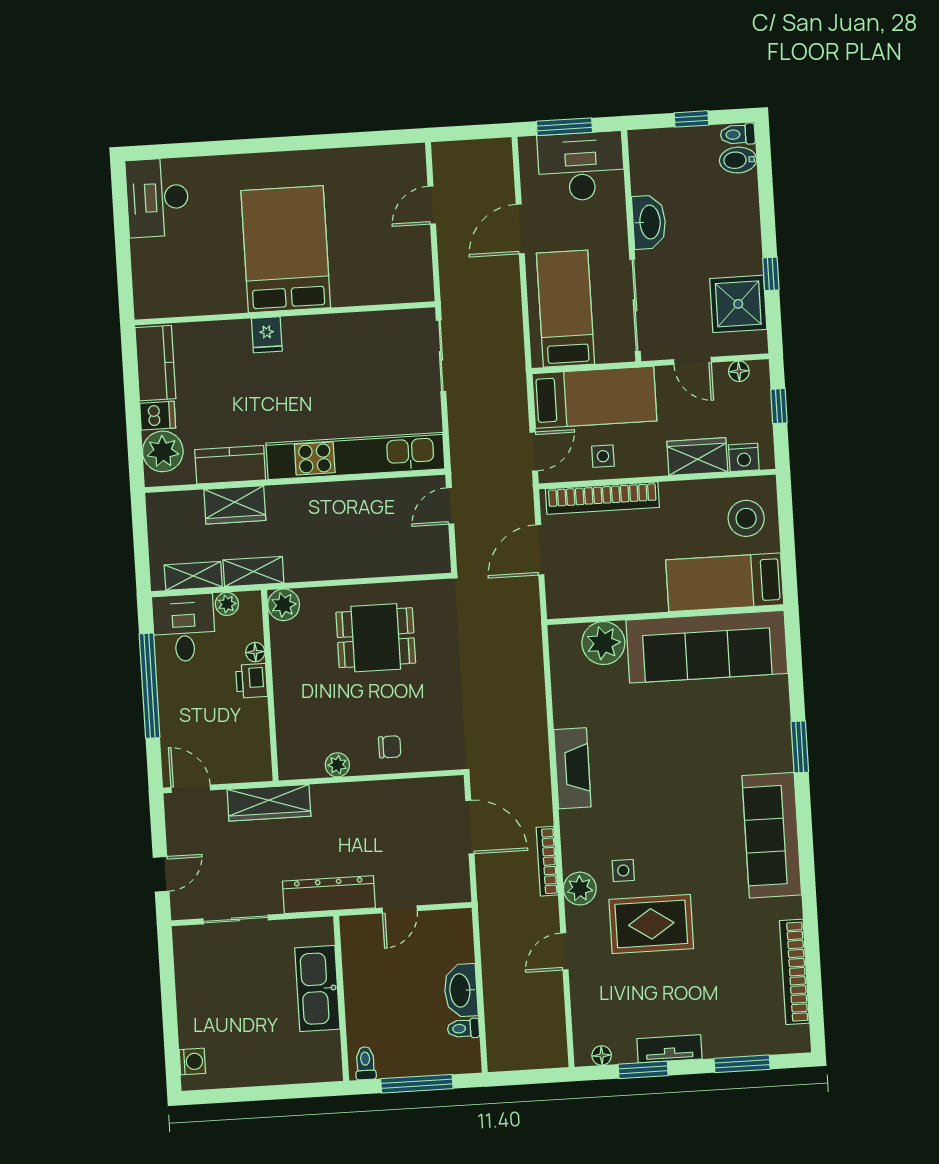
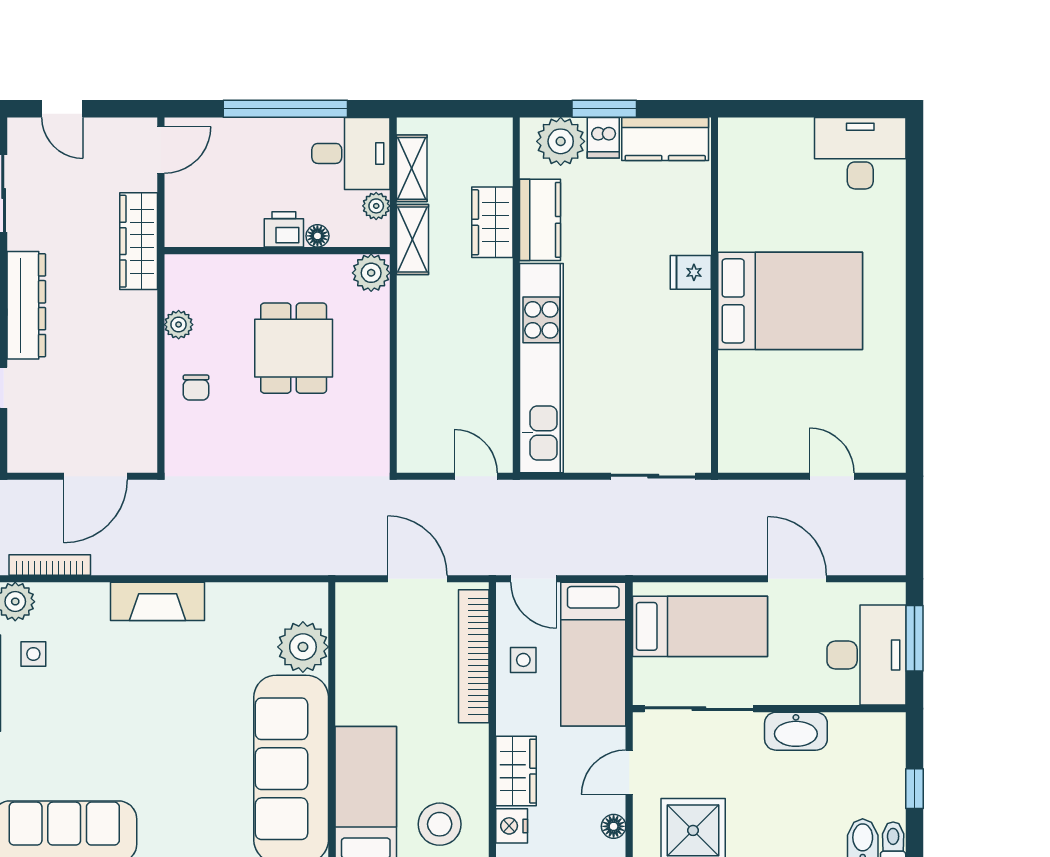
window: (133, 416) -> (604, 109), added
dining table: (376, 638) -> (294, 348), moved

